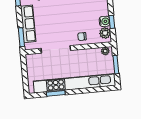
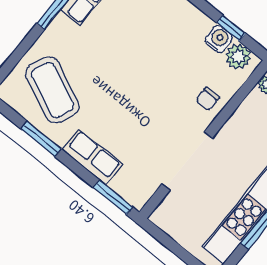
row of seats: (28, 24) -> (92, 157), width x0.68

